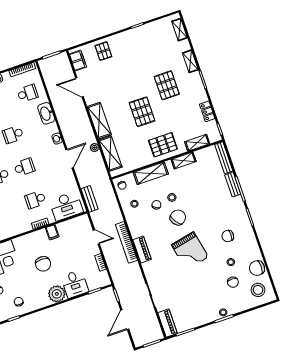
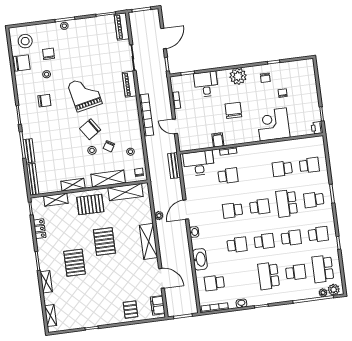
shelving: (110, 153) -> (126, 192), moved, turned 90
piano: (142, 250) -> (130, 84), moved
plant: (57, 294) -> (238, 76), moved

